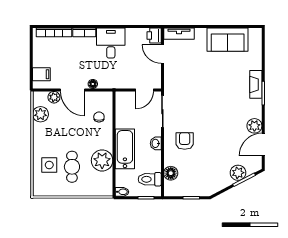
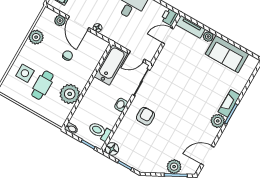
plant: (201, 33) -> (208, 37), added
door: (162, 54) -> (168, 36), hinge flipped
plant: (40, 114) -> (36, 37), moved
chair: (99, 117) -> (68, 56), moved
plant: (254, 126) -> (218, 121), moved
bathtub: (125, 149) -> (111, 65), moved
floor lamp: (171, 173) -> (112, 149), moved

